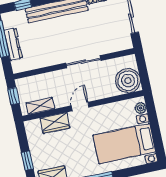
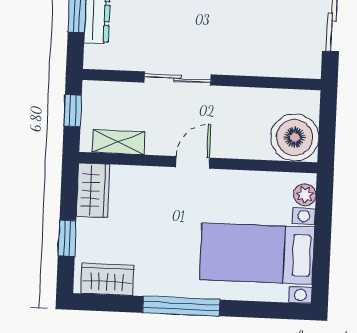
sliding door: (83, 62) -> (178, 78), moved
wardrobe: (55, 123) -> (93, 190), moved, turned -90

